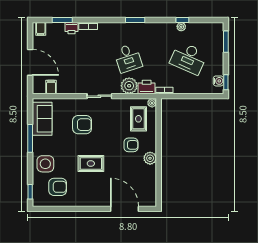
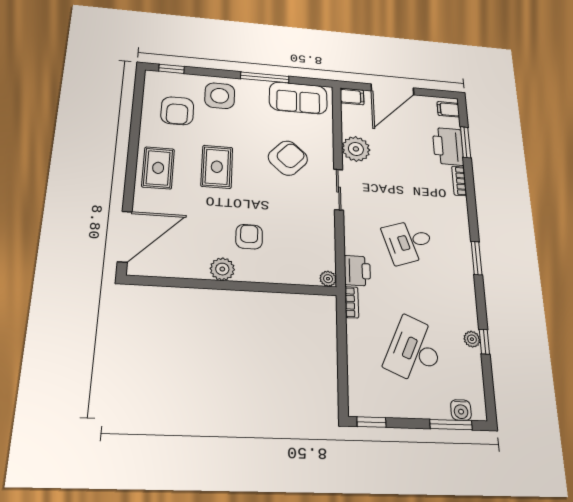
printer: (72, 28) -> (448, 146), width x1.87, depth x1.48
water cooler: (218, 81) -> (461, 410), moved
plant: (129, 86) -> (356, 149), moved
filing cabinet: (51, 87) -> (352, 97), moved
rug: (138, 119) -> (158, 168), moved, turned 90
armchair: (82, 125) -> (288, 158), turned -137
armchair: (131, 145) -> (249, 237), turned 180
door: (125, 209) -> (125, 237), moved

